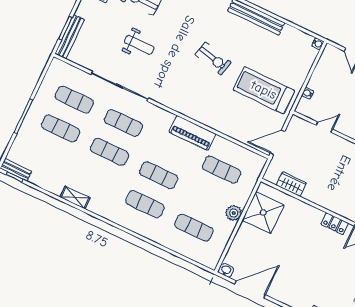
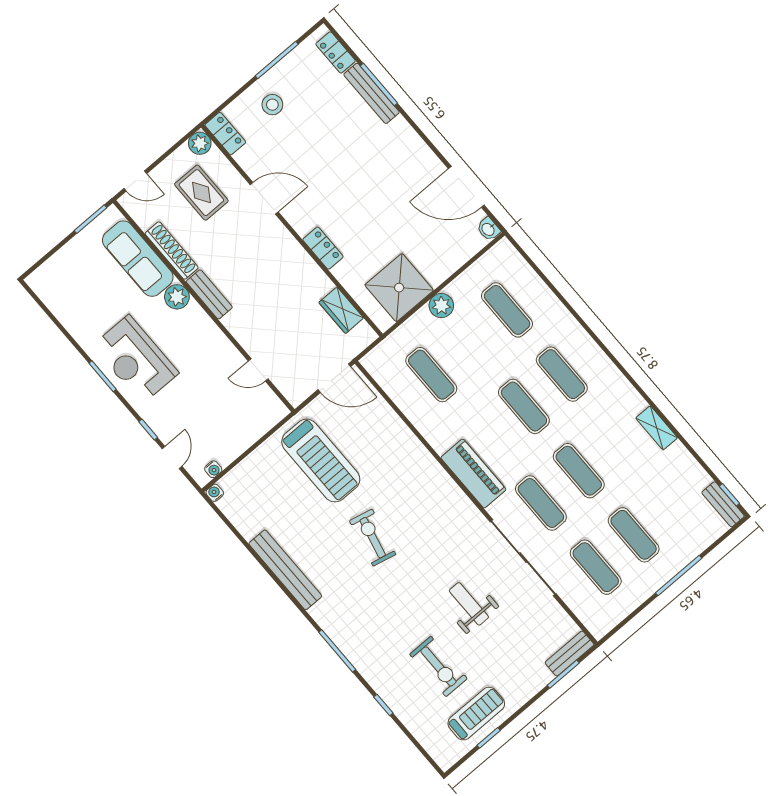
bench: (70, 37) -> (569, 654), width x0.73
water cooler: (308, 93) -> (213, 469), moved
piano: (192, 133) -> (473, 473), moved
locker: (335, 224) -> (323, 248), moved

